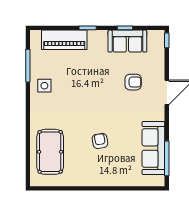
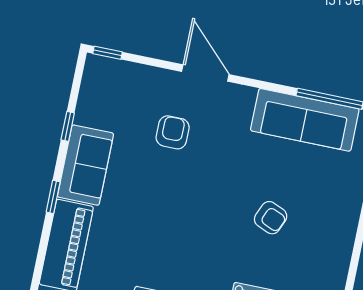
sofa: (127, 41) -> (85, 165), moved
armchair: (100, 141) -> (271, 218), turned -147

